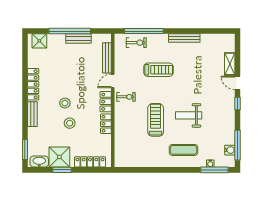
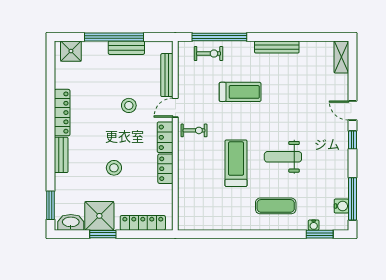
shelving: (230, 64) -> (341, 57), moved
stool: (65, 103) -> (129, 105), moved
window: (214, 170) -> (320, 234), width x0.69

